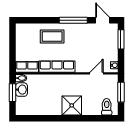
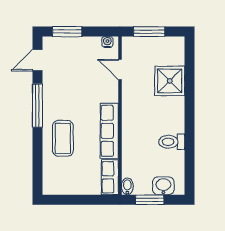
washbasin: (21, 90) -> (163, 186), moved
shower: (72, 105) -> (170, 81), moved
toilet: (107, 107) -> (172, 142), moved

